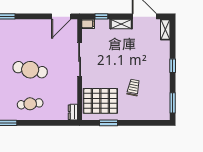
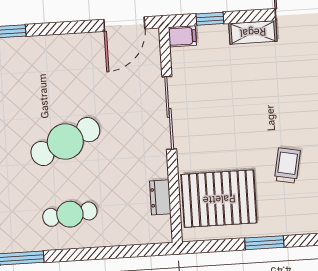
cafe table: (30, 70) -> (65, 142), turned -36
dresser: (73, 112) -> (160, 197), moved
window: (109, 123) -> (264, 243), moved

